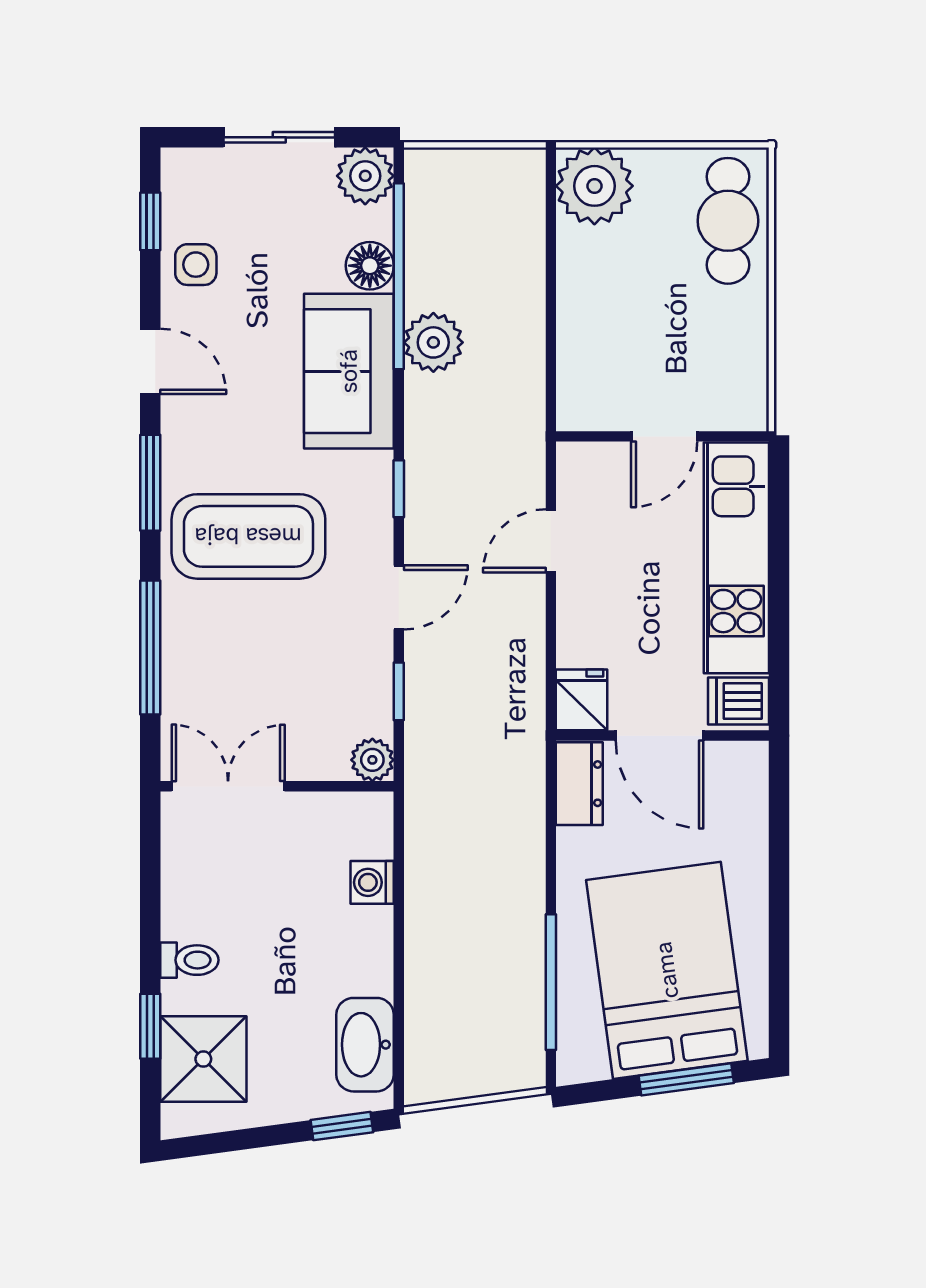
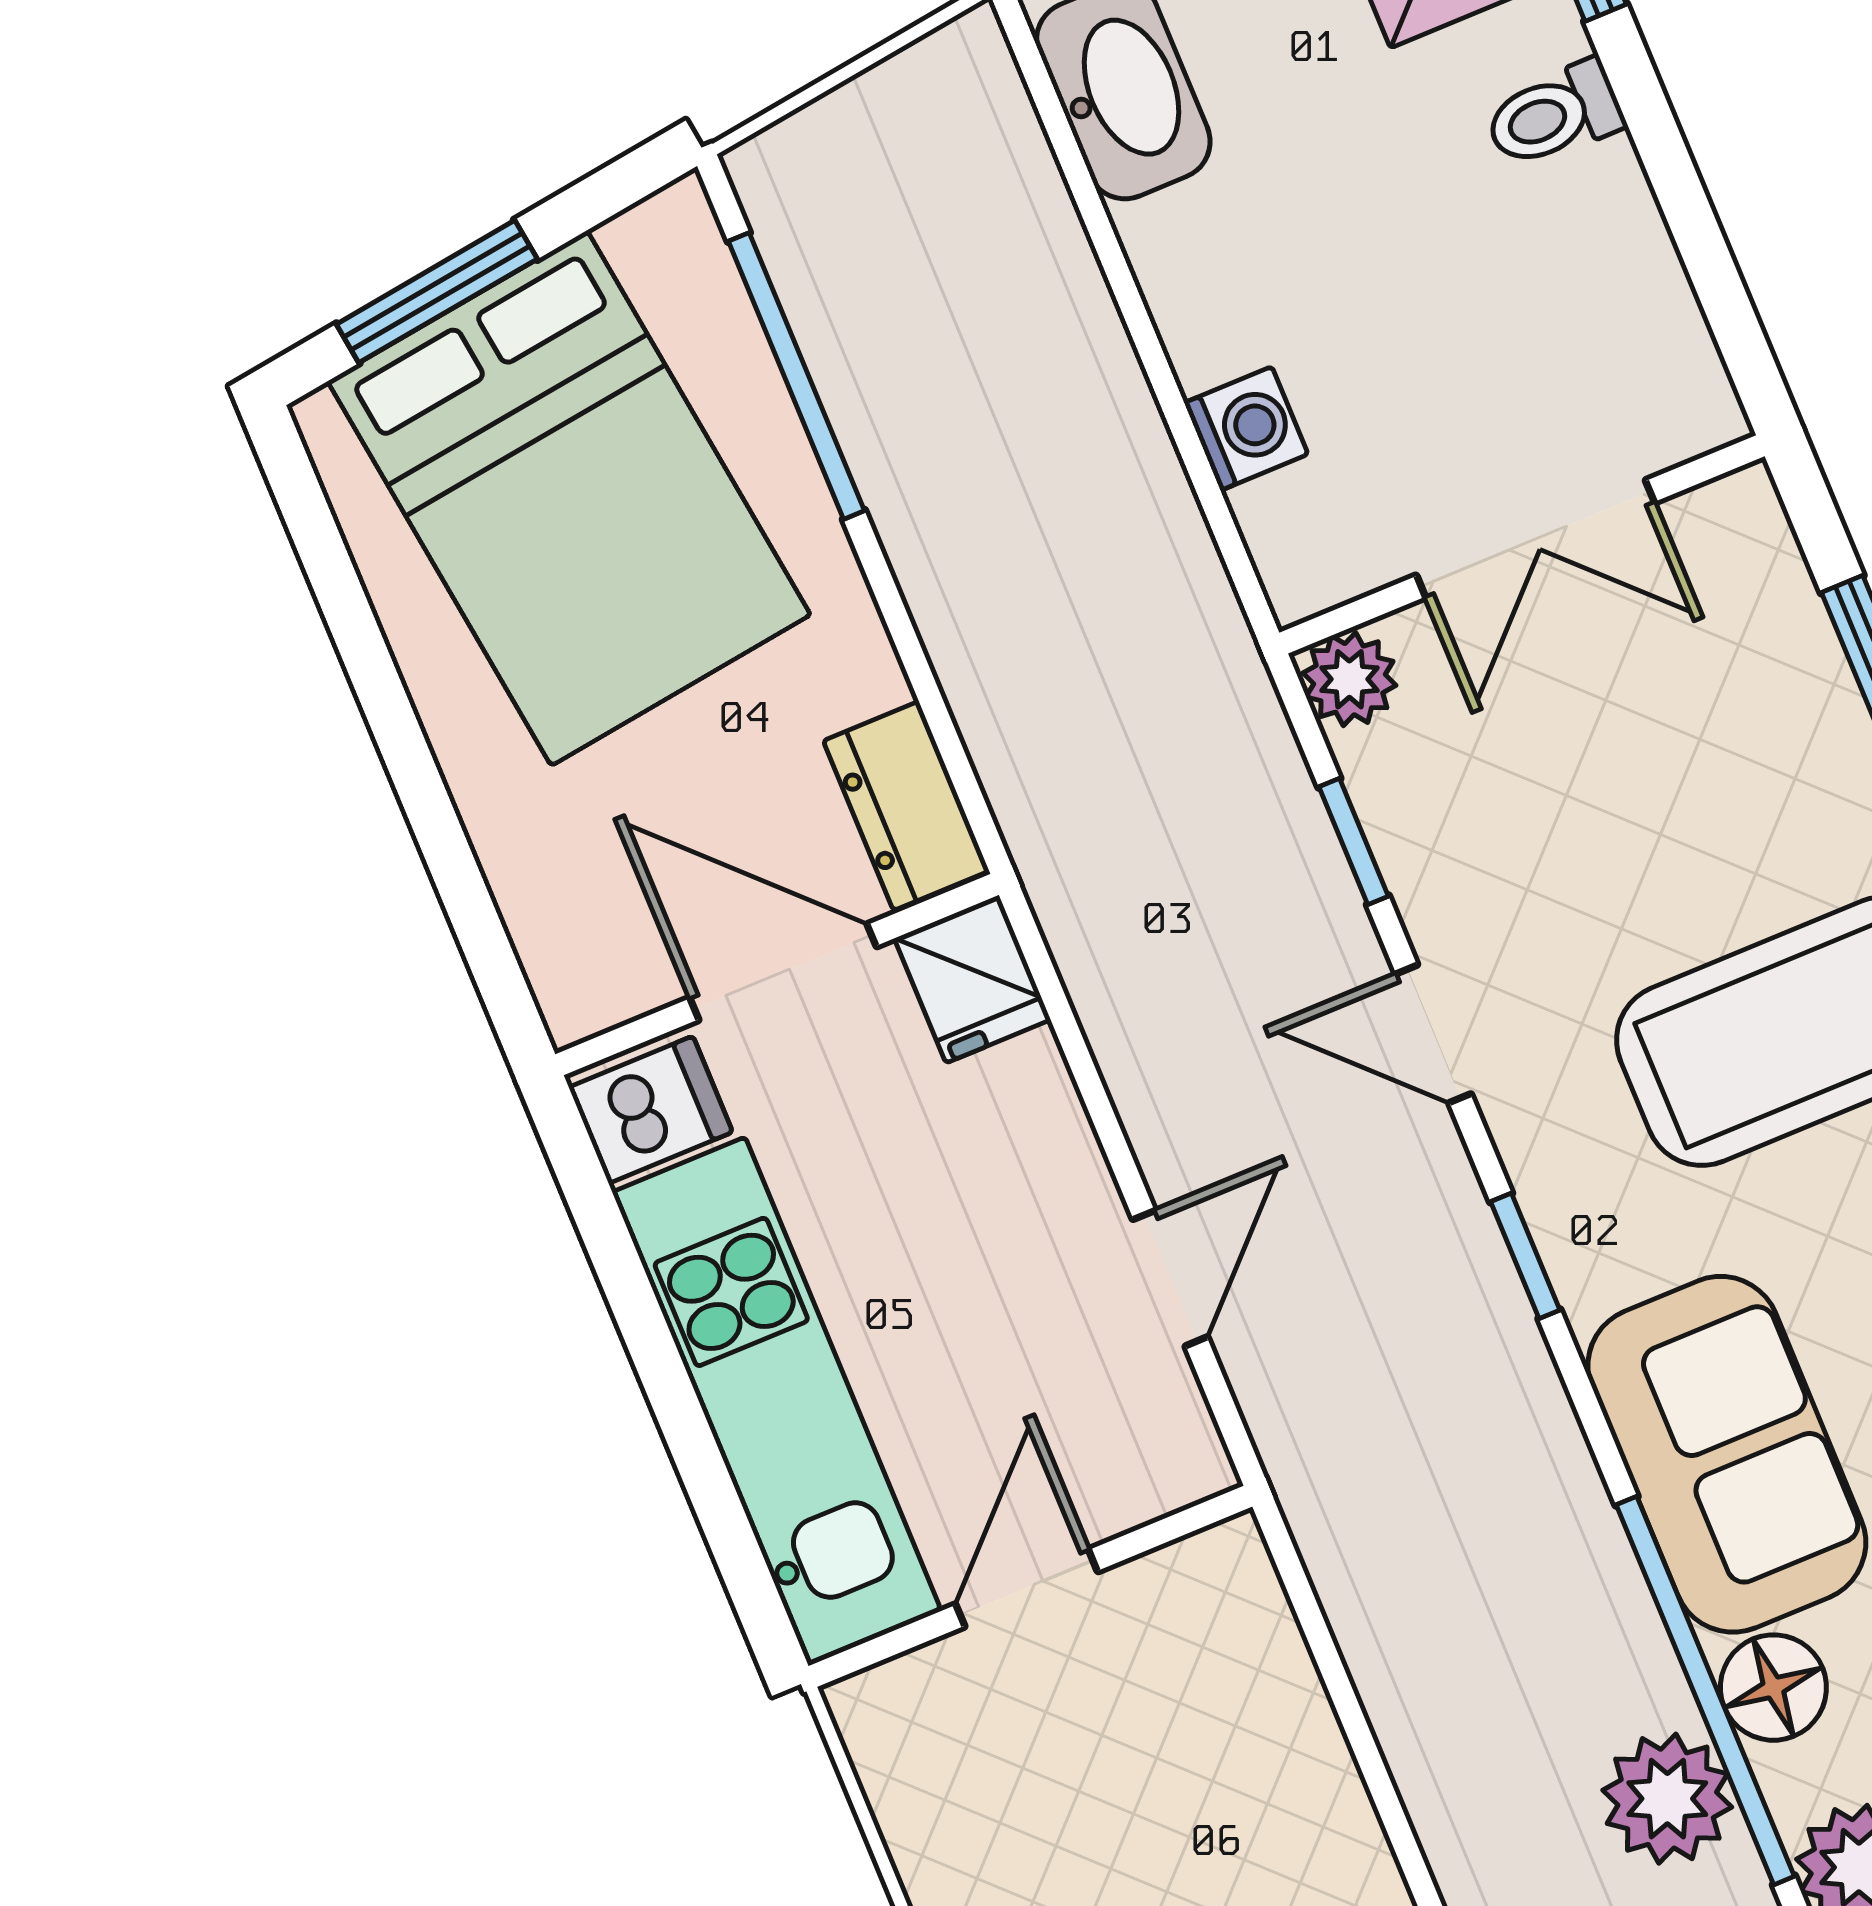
plant: (433, 342) -> (1667, 1799), moved
door: (399, 597) -> (1433, 1034), hinge flipped
double door: (228, 786) -> (1535, 539), moved

